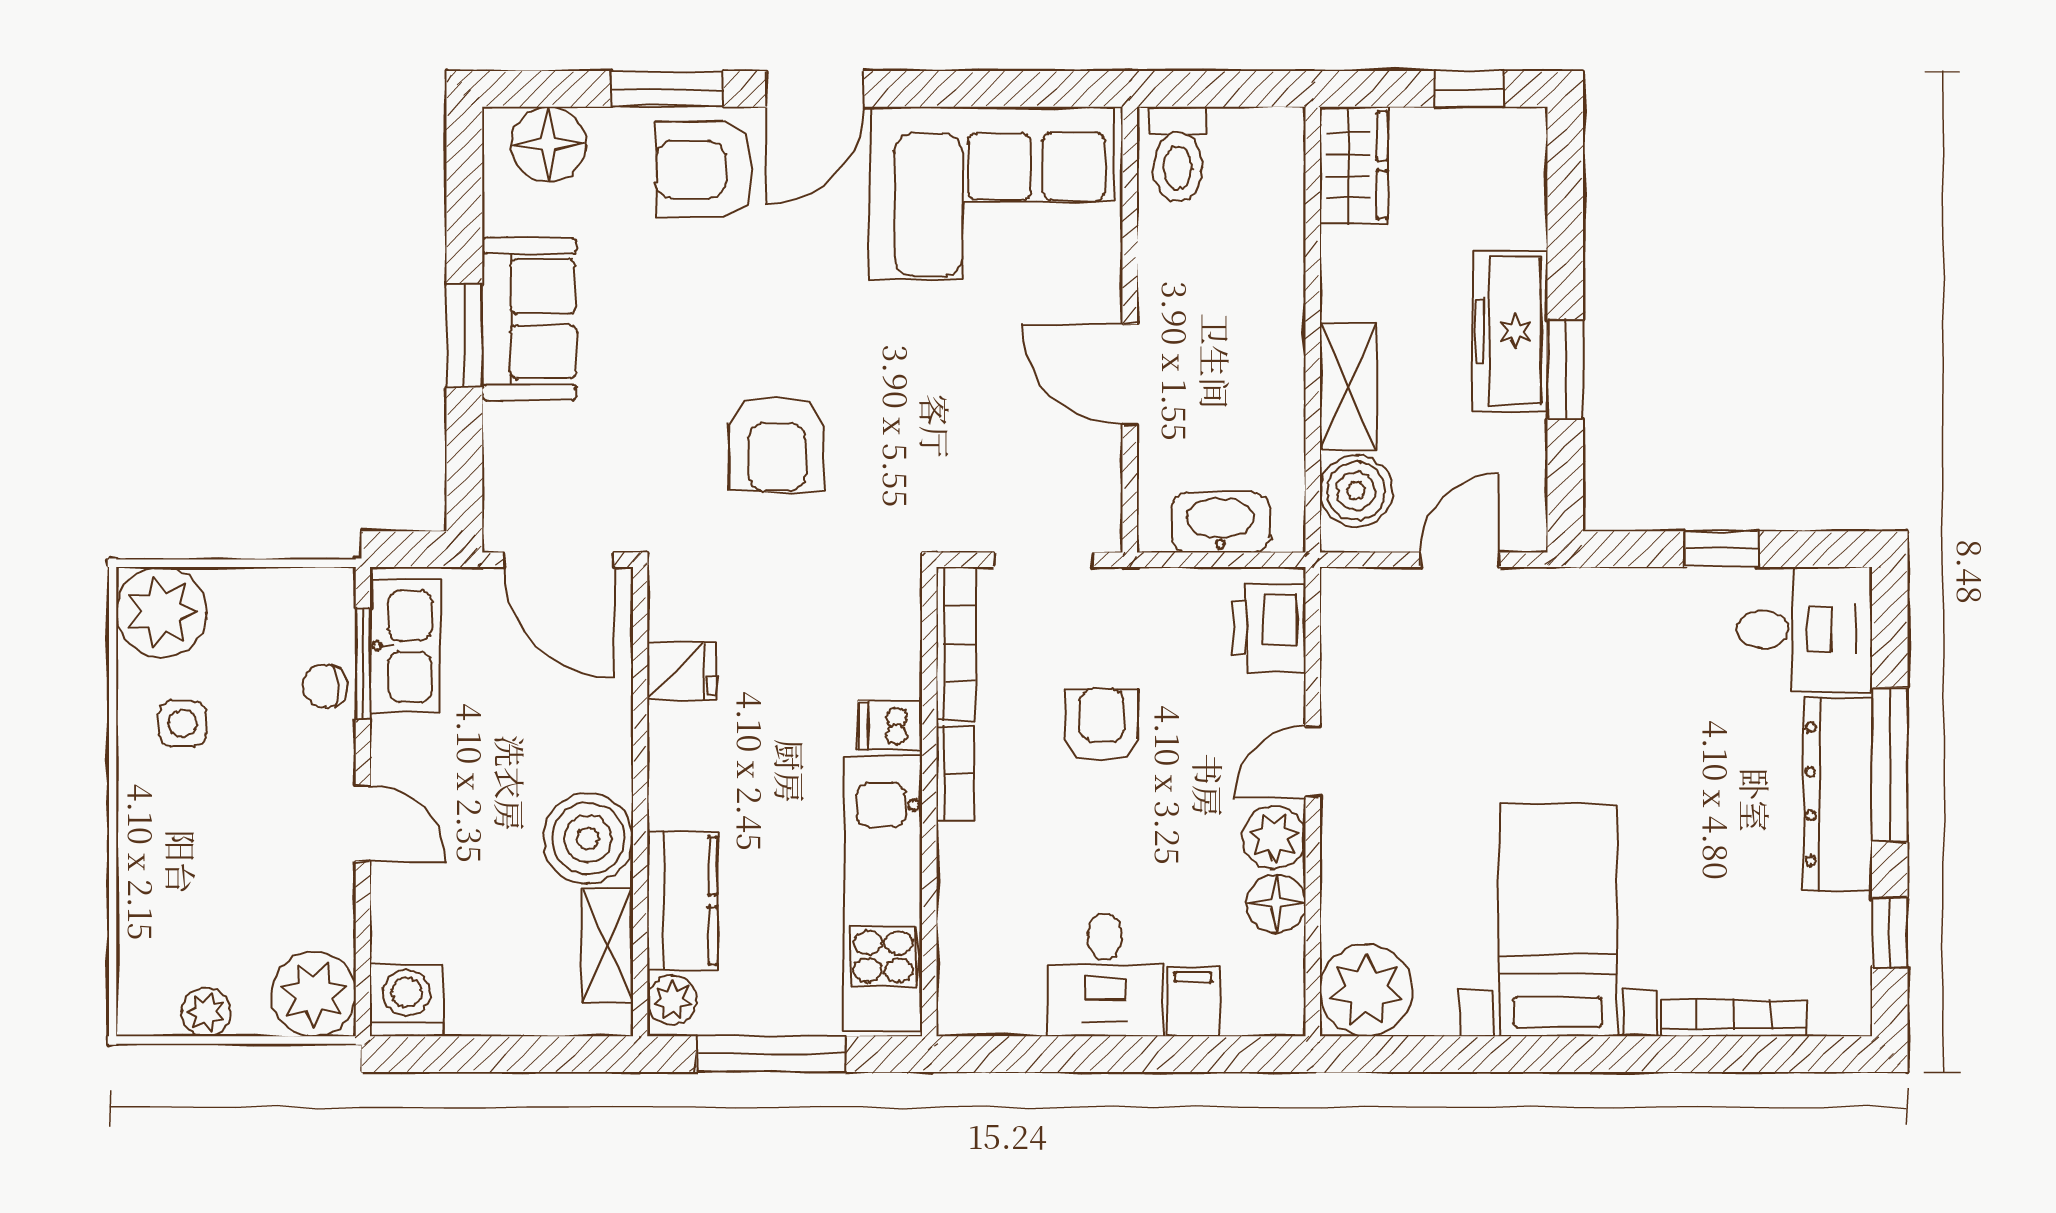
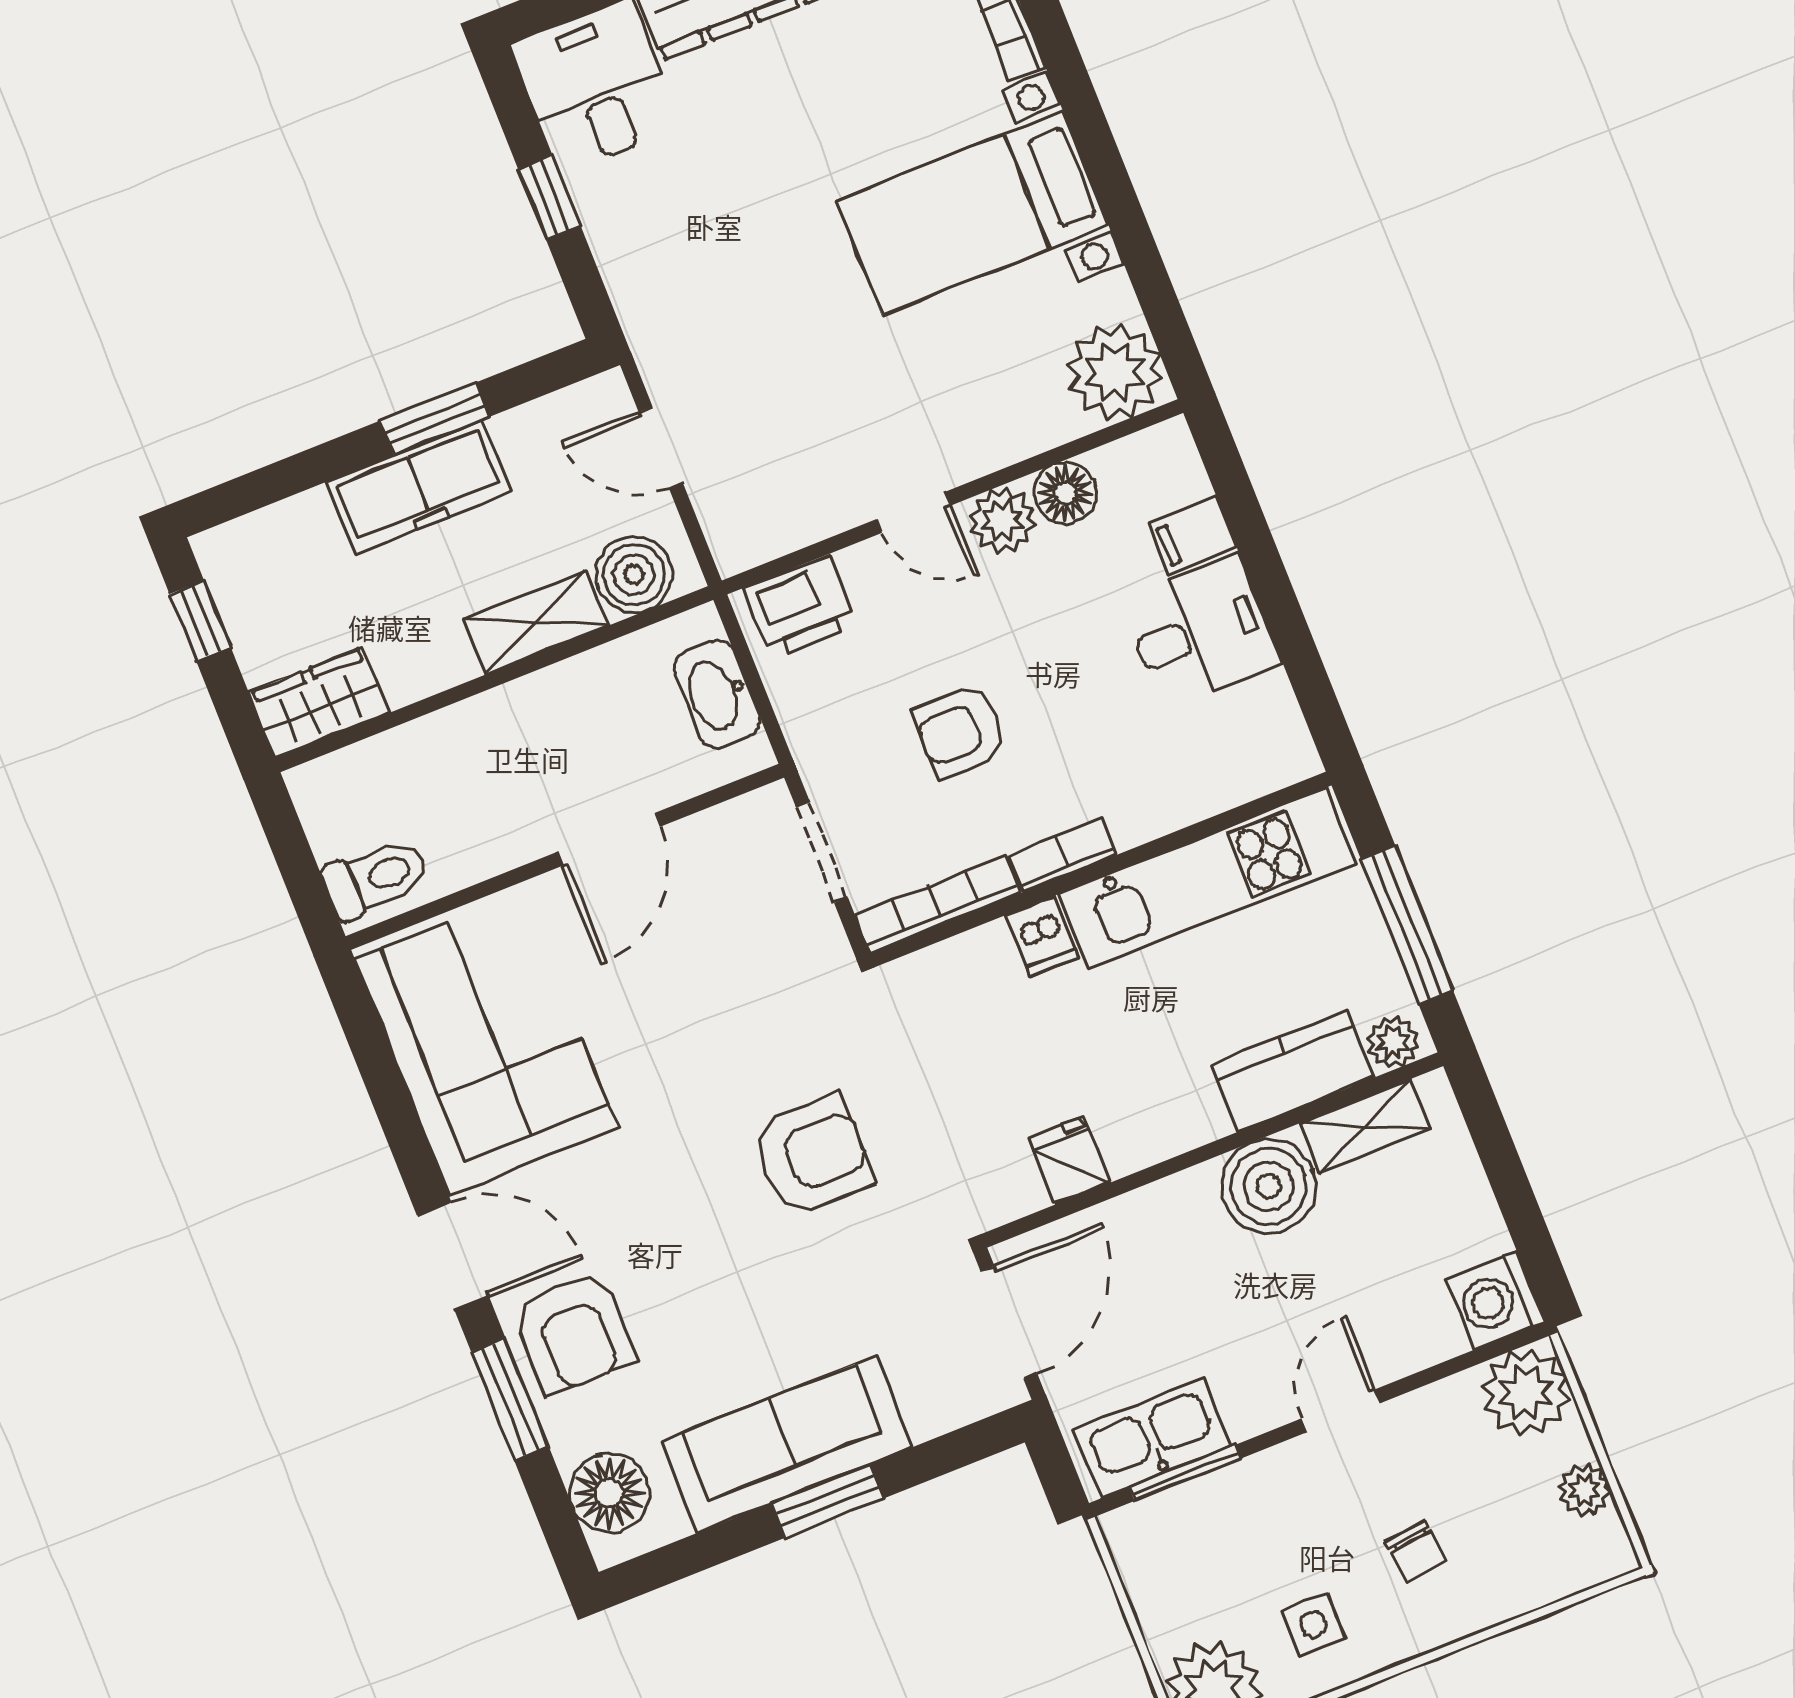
sofa: (529, 319) -> (787, 1444), width x1.36
chair: (325, 686) -> (1416, 1552), moved

